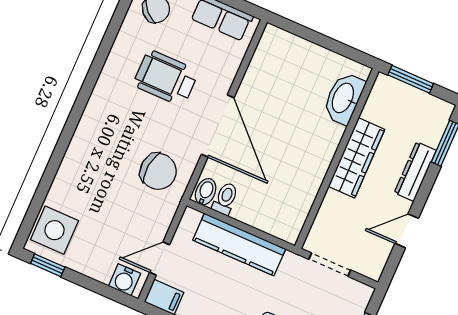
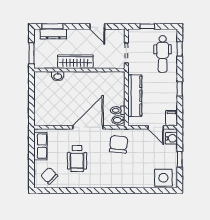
washbasin: (344, 98) -> (58, 76), width x0.52, depth x0.69
dresser: (415, 172) -> (53, 34), moved
window: (48, 265) -> (180, 159), moved

